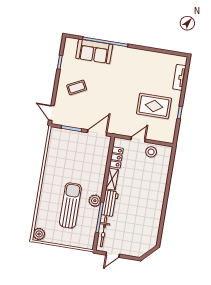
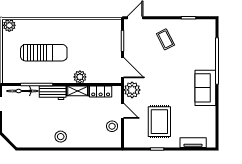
sofa: (94, 51) -> (205, 88), moved
plant: (120, 127) -> (132, 90), added
plant: (95, 201) -> (80, 77), moved
stool: (153, 202) -> (61, 137), added

